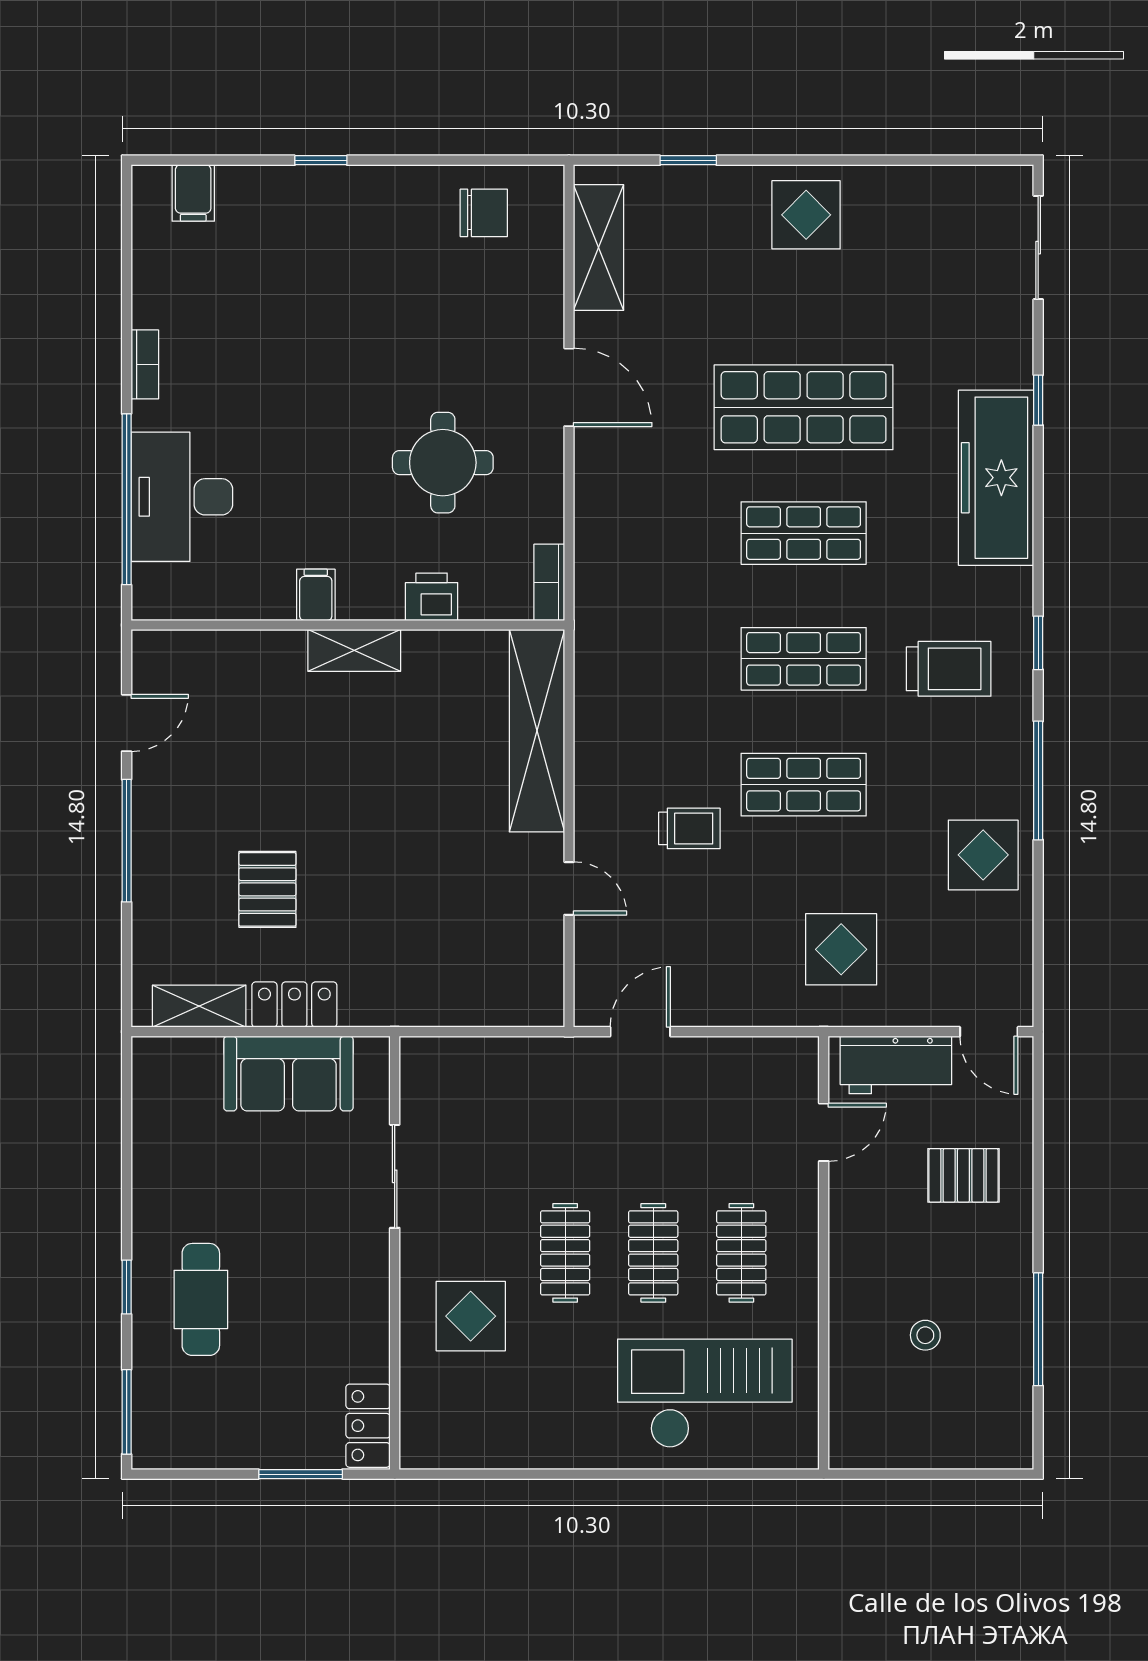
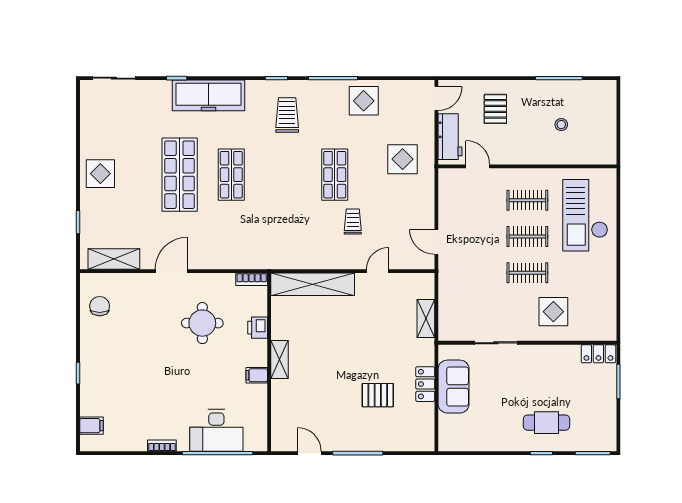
shop shelf: (804, 659) -> (283, 175), removed
shelving: (199, 1006) -> (426, 318), moved

